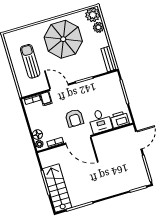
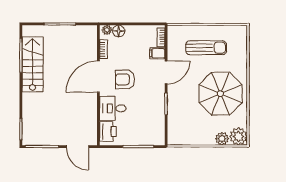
bench: (109, 59) -> (182, 140), removed
stairs: (57, 188) -> (33, 64), moved, turned -90

